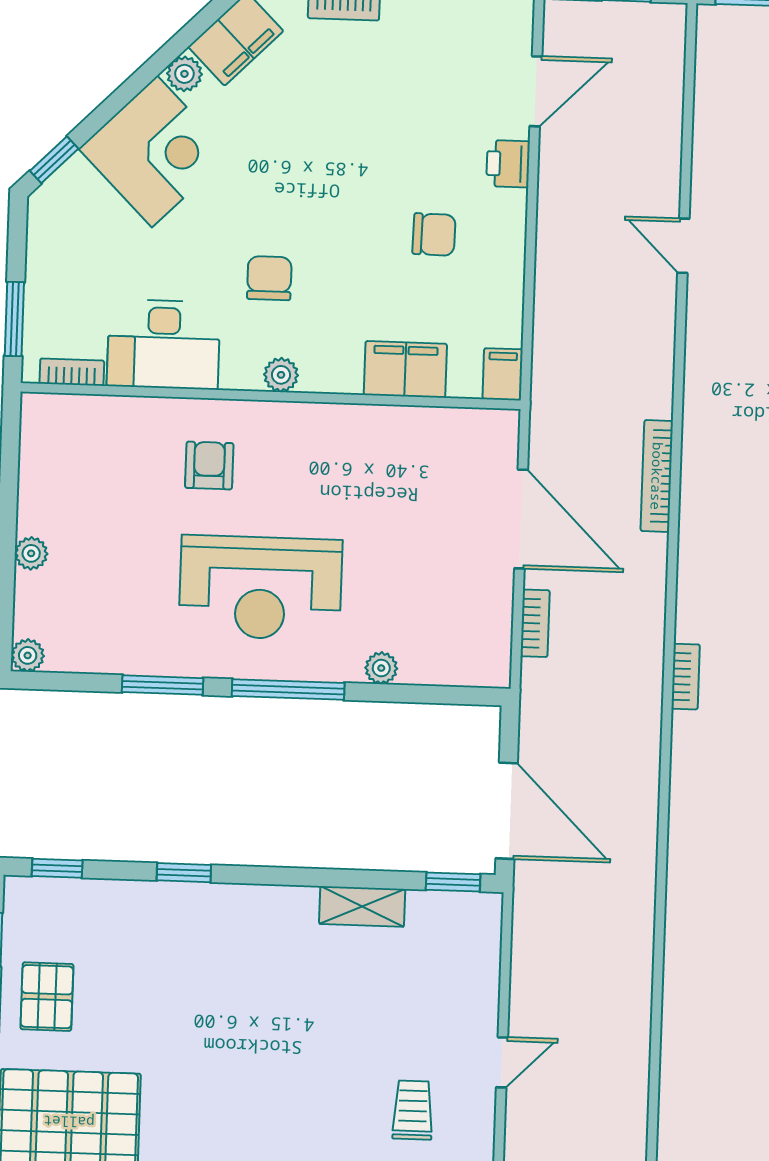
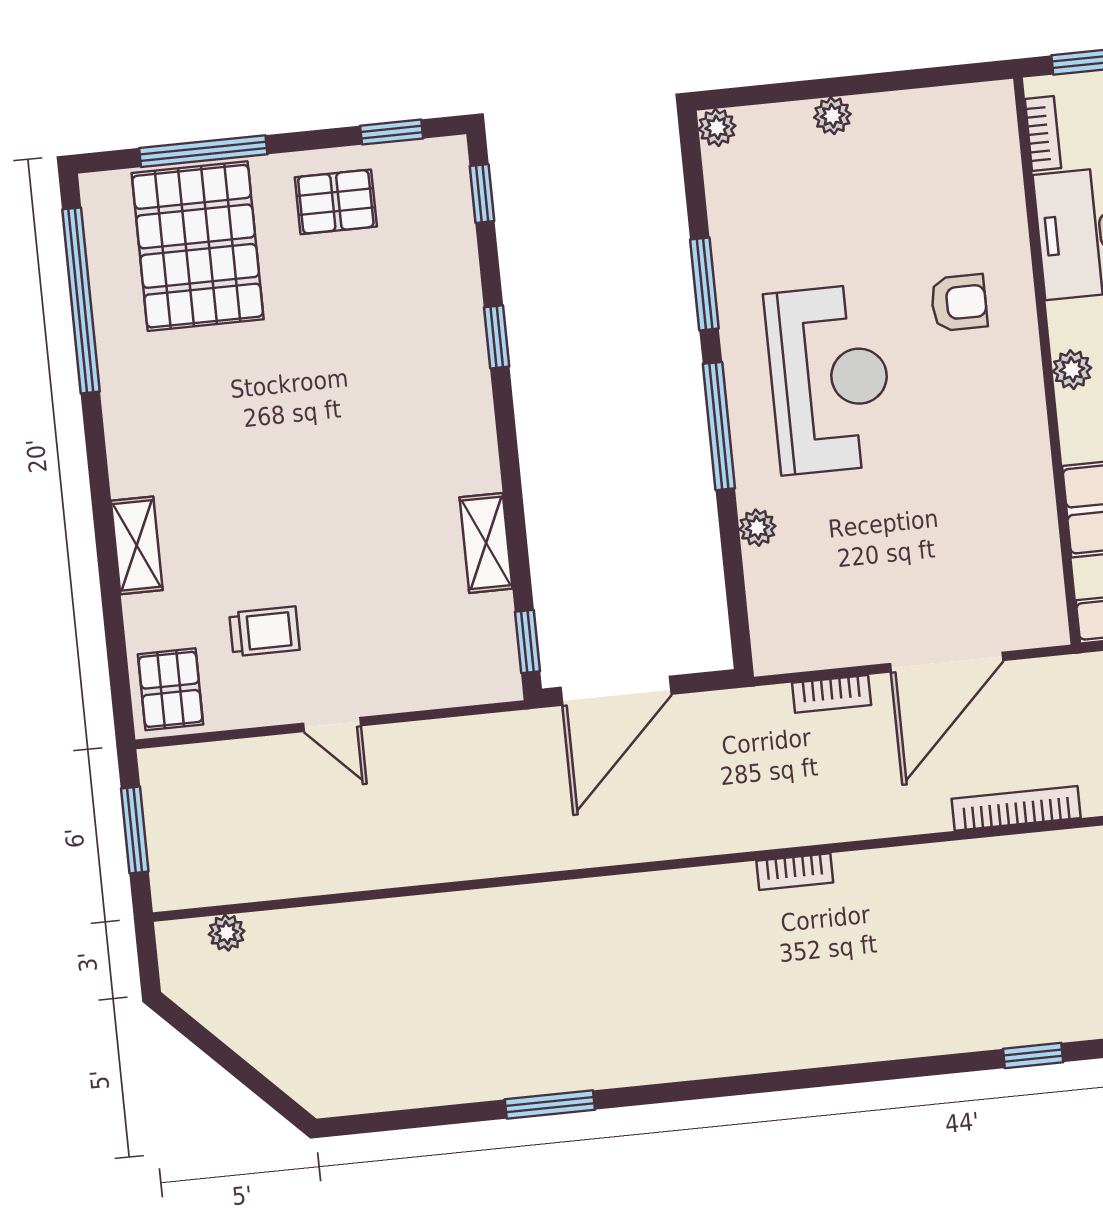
reception desk: (260, 588) -> (829, 379), turned 180

